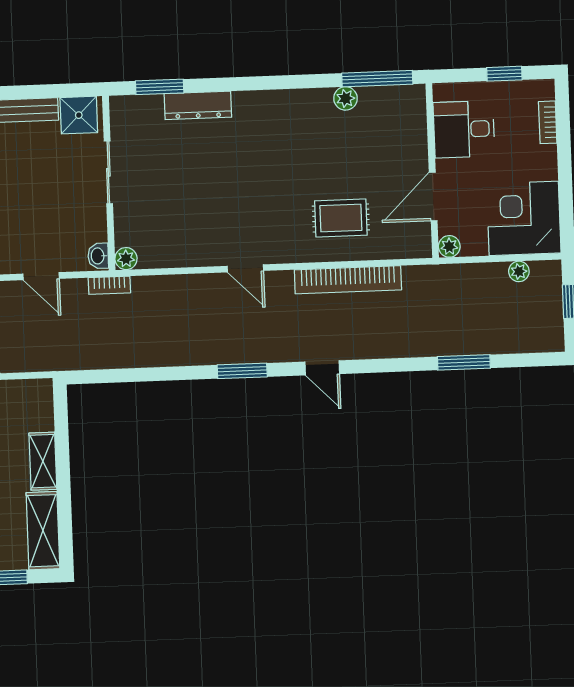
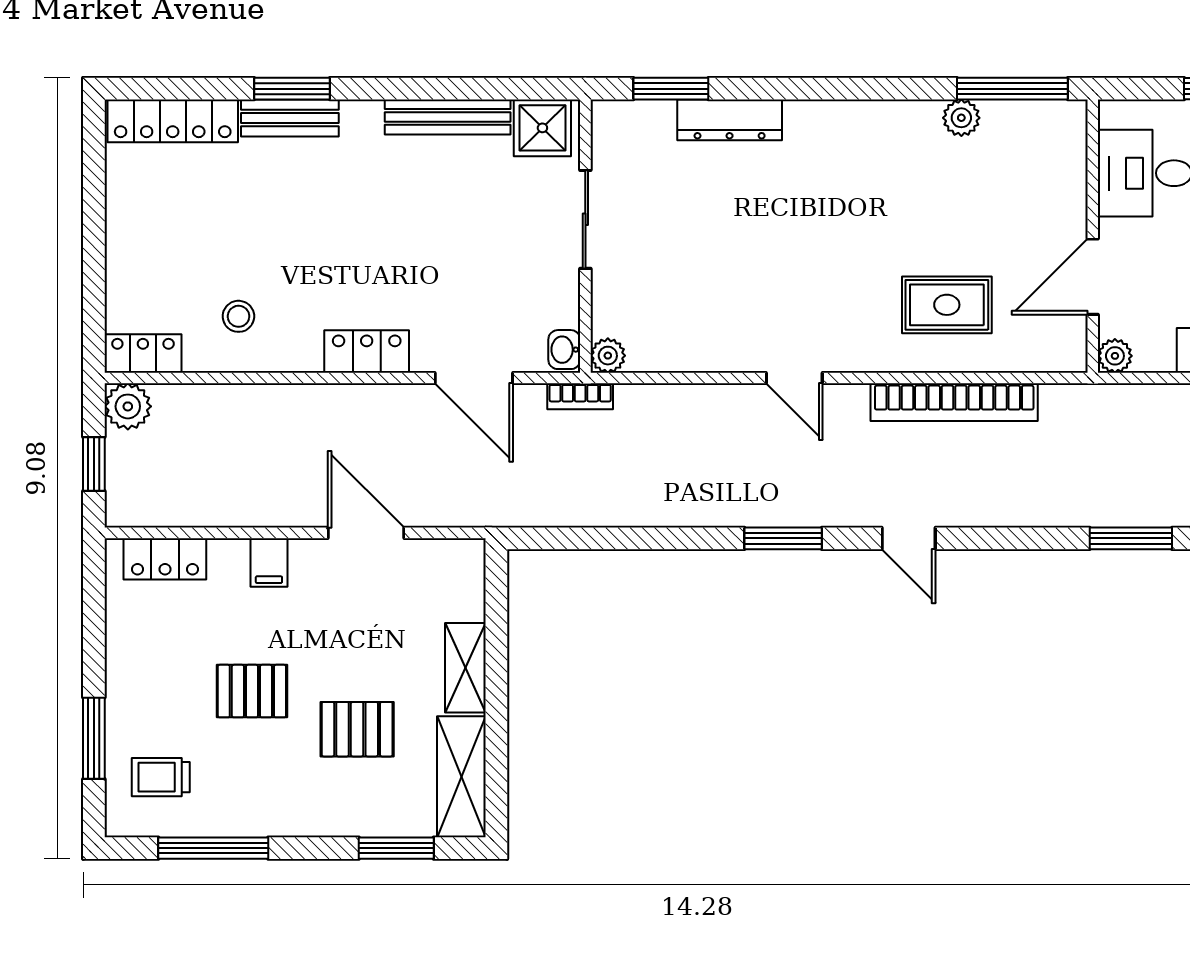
door: (41, 276) -> (474, 378), width x1.38

